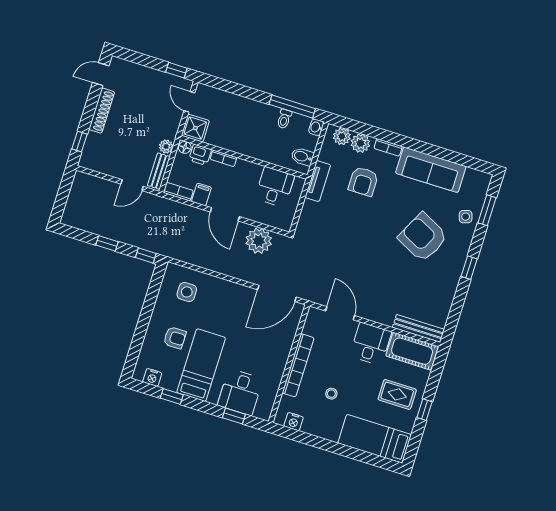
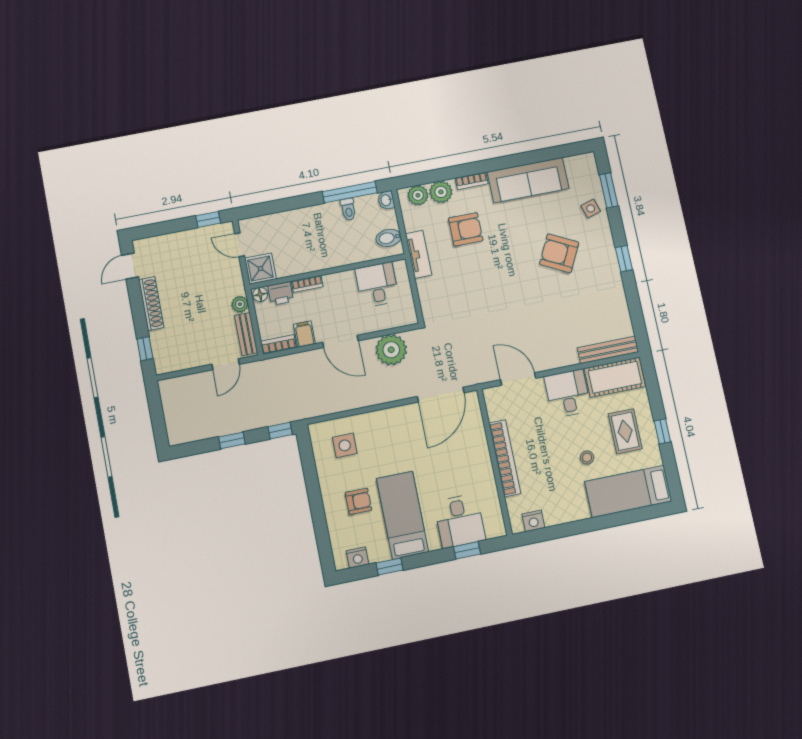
armchair: (363, 181) -> (466, 229), turned -90
armchair: (423, 237) -> (559, 253), width x0.73, depth x0.73
stool: (331, 394) -> (587, 458), moved
rug: (397, 394) -> (625, 431), turned 90

